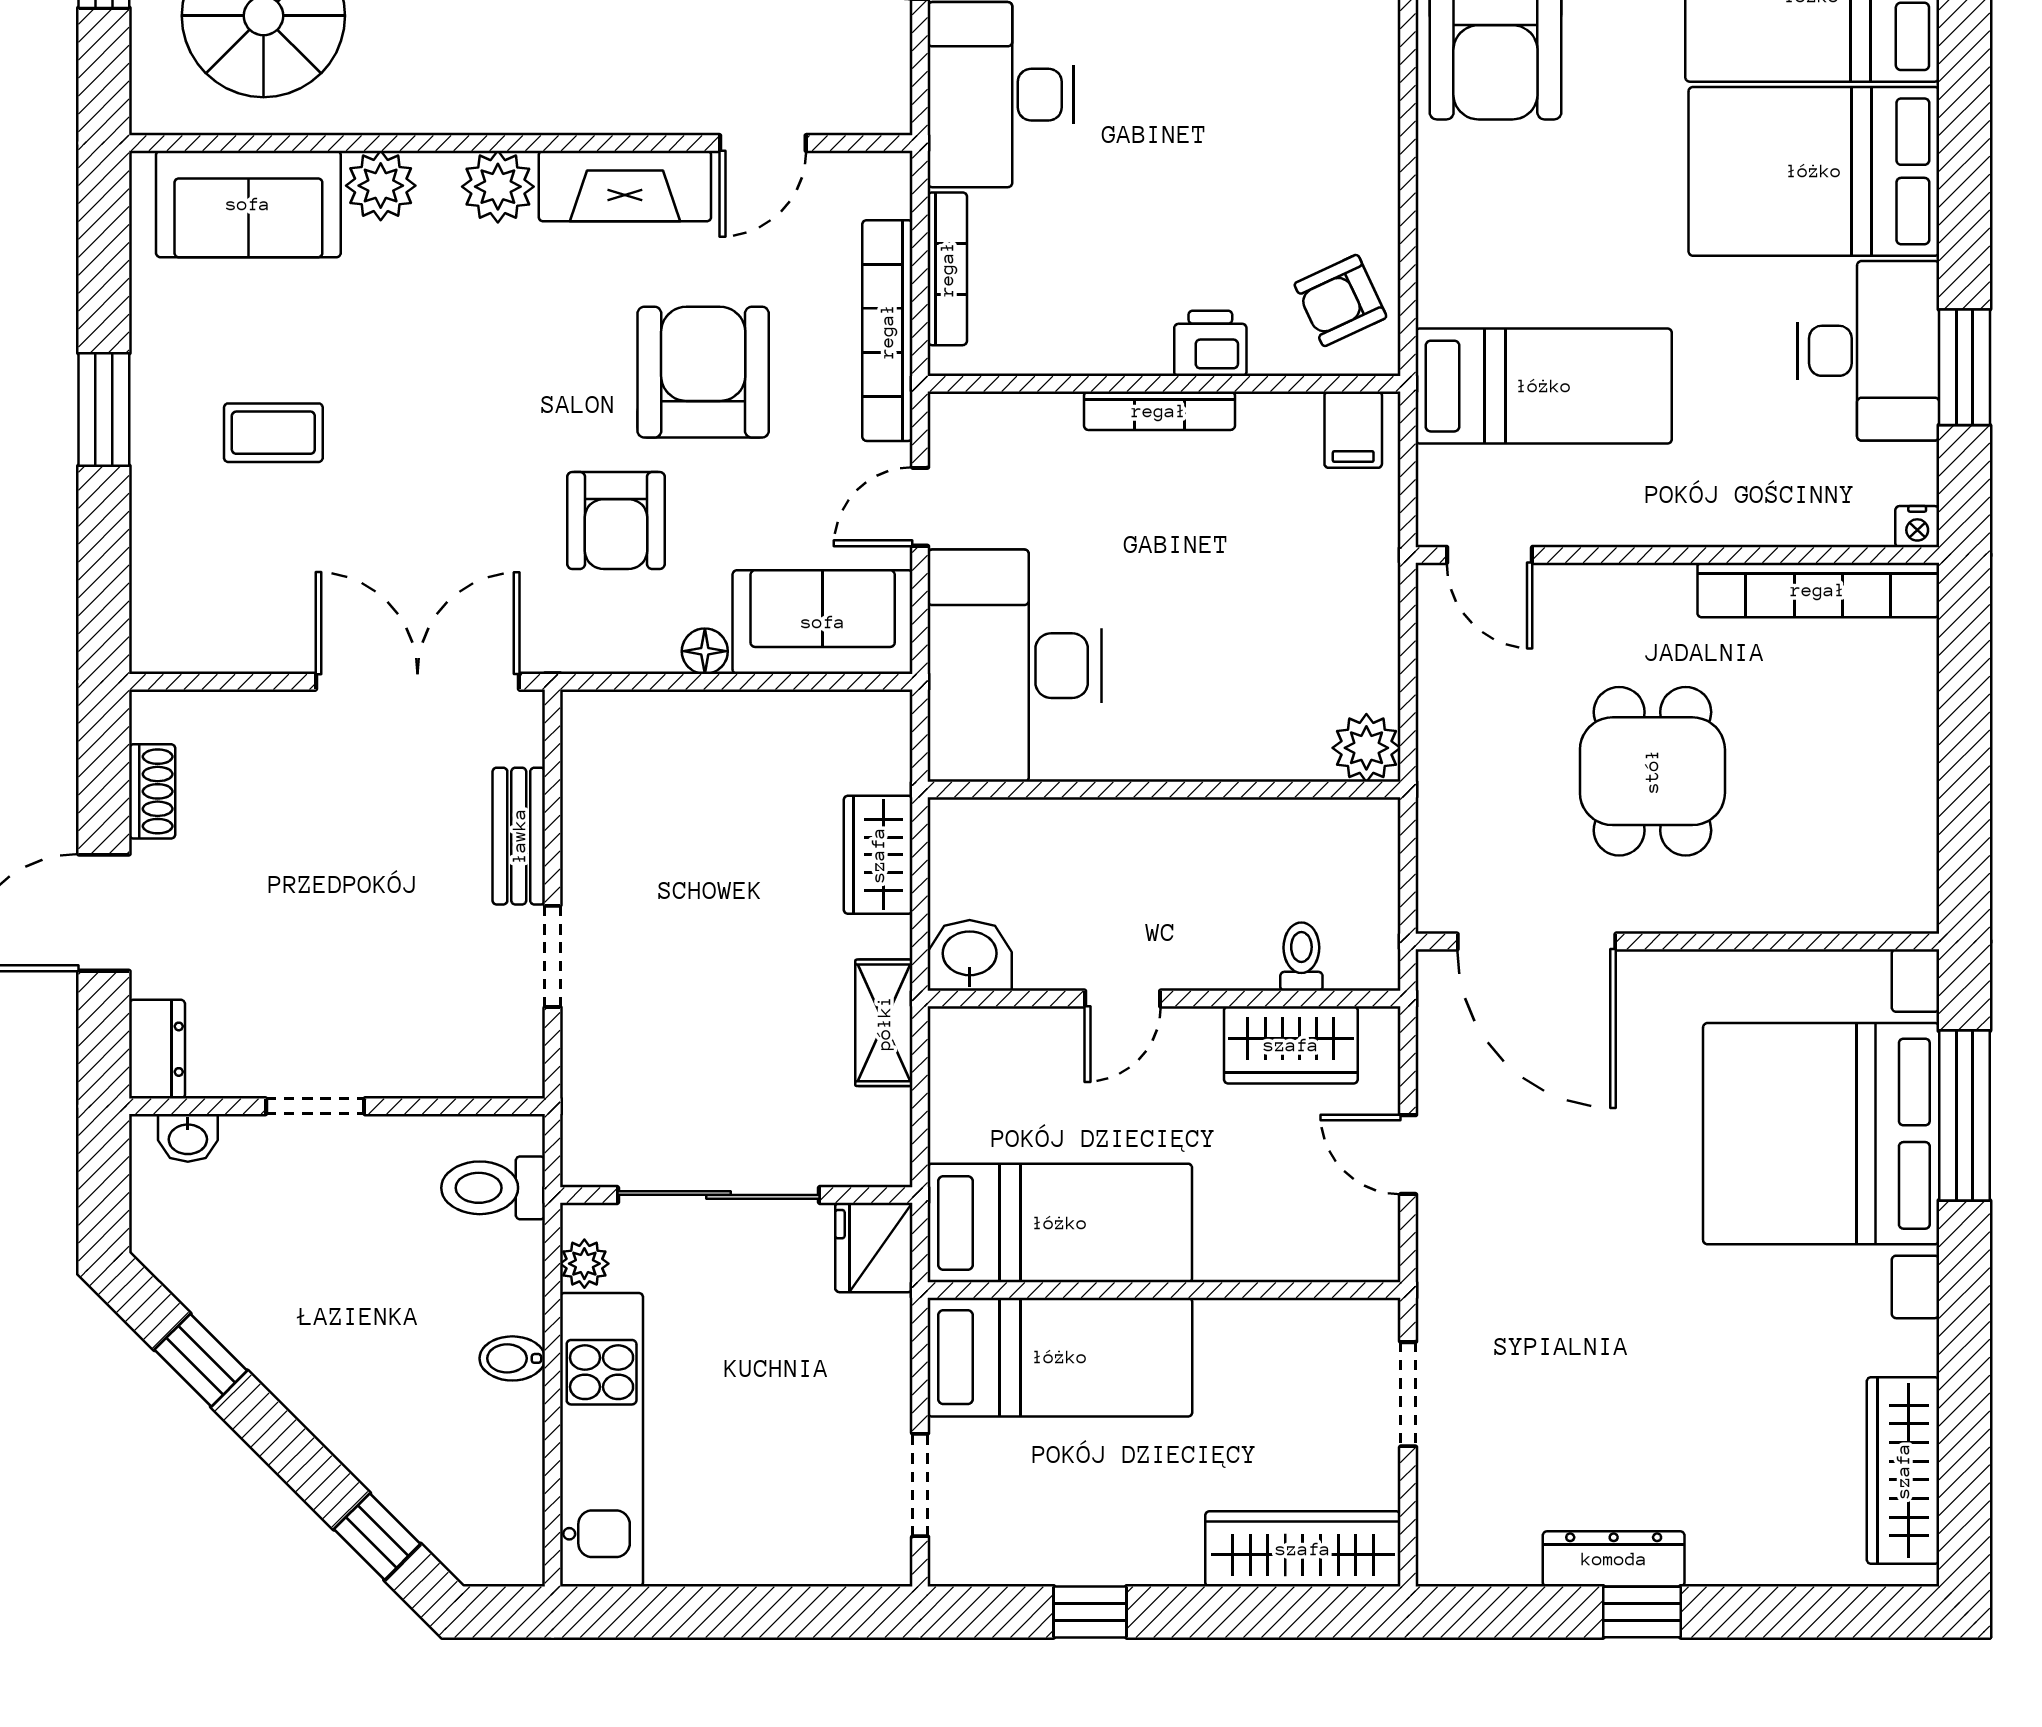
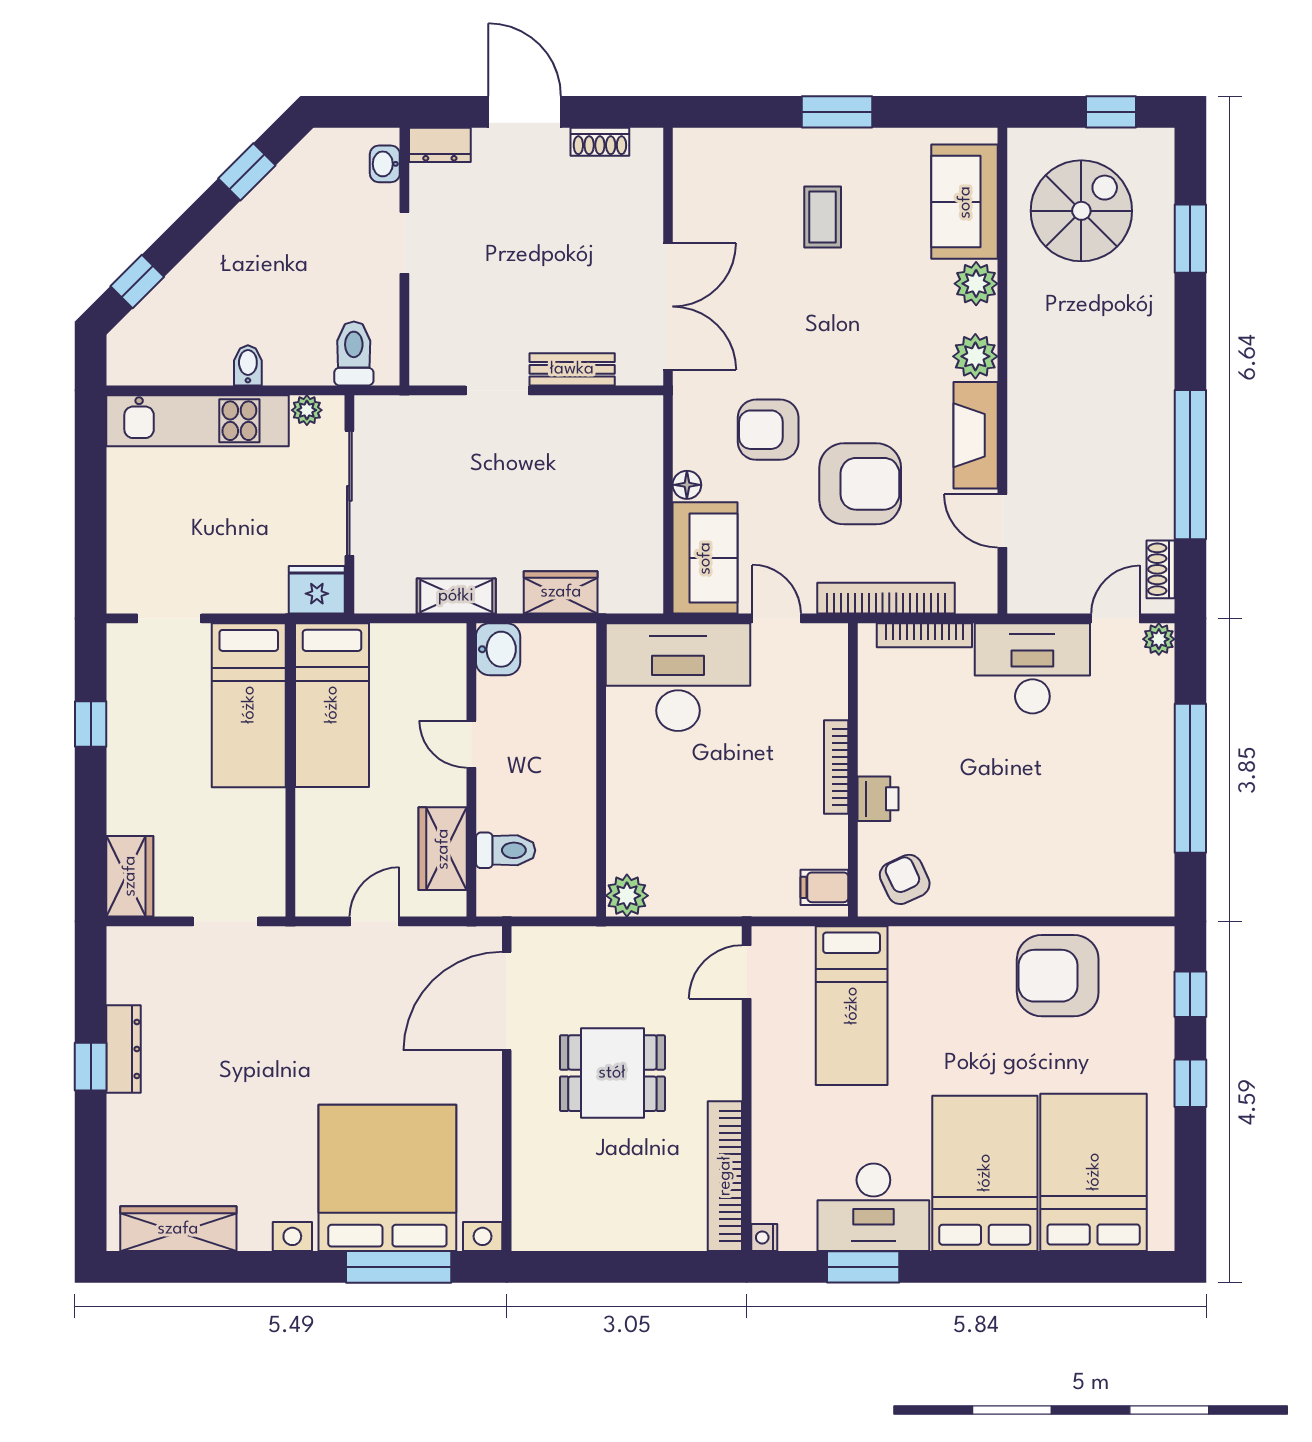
toilet: (1301, 957) -> (506, 850), width x1.37, depth x1.39
wardrobe: (1303, 1549) -> (130, 876), width x0.67

